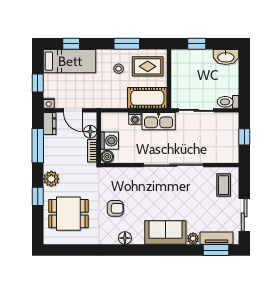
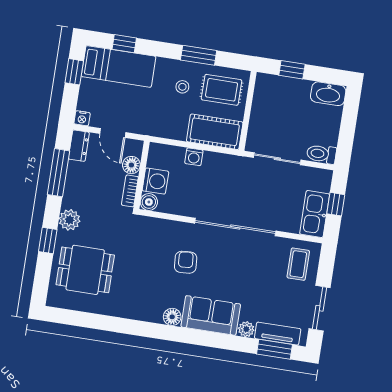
window: (38, 83) -> (74, 72), moved
kitchen sink: (159, 121) -> (315, 214), moved, turned 90
armchair: (115, 208) -> (186, 262), moved, turned -94
floor lamp: (125, 238) -> (172, 317), moved

